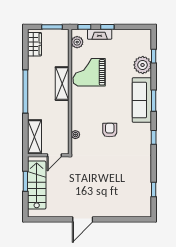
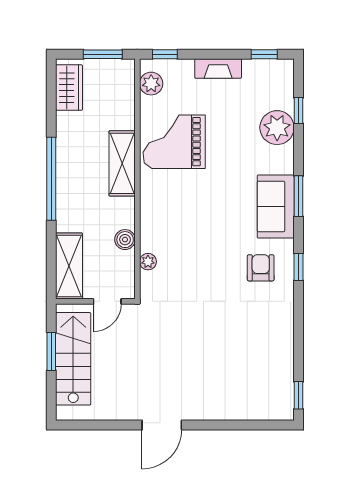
window: (107, 27) -> (264, 54), moved
fireplace: (100, 34) -> (218, 69), moved
sofa: (142, 100) -> (276, 206), width x0.73
boiler: (64, 123) -> (125, 240), added
armchair: (110, 130) -> (261, 268), moved
window: (154, 189) -> (298, 395), moved

